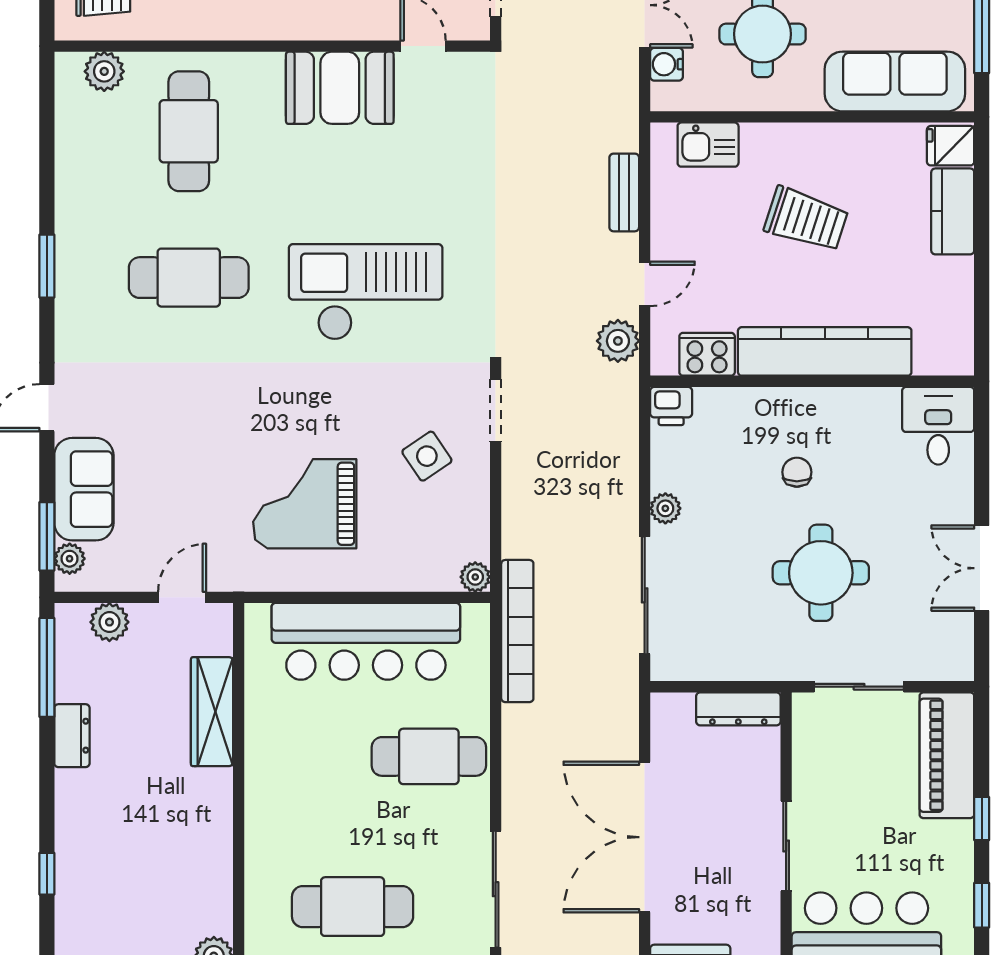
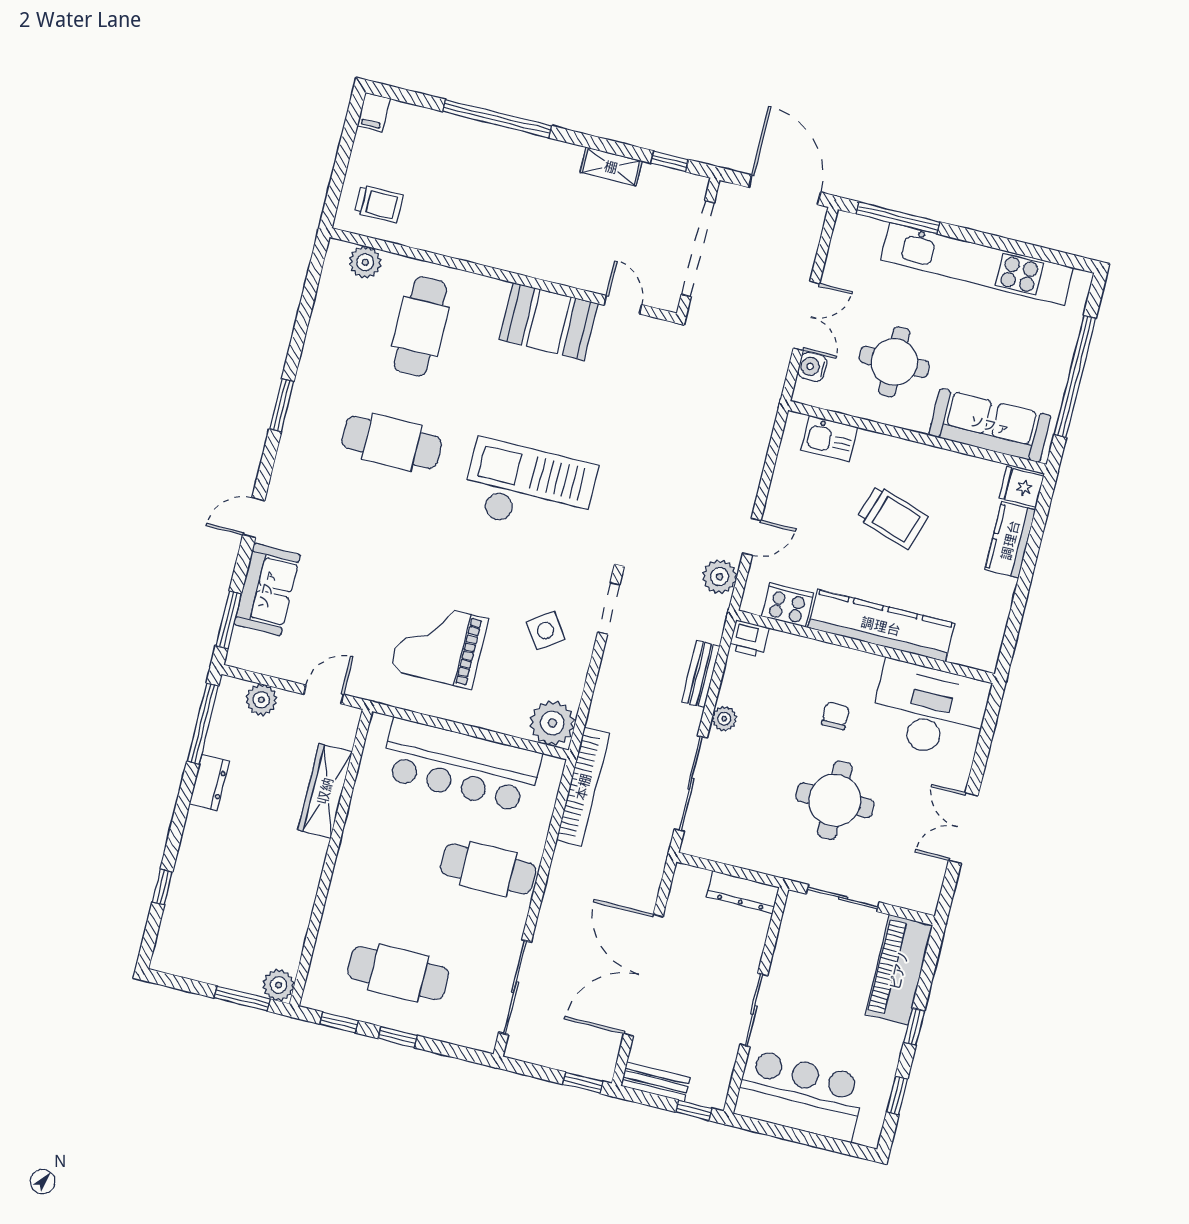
bench: (624, 192) -> (701, 674), moved
desk: (938, 426) -> (930, 710), width x1.87, depth x1.30
plant: (70, 559) -> (242, 642), removed
plant: (475, 577) -> (552, 723), width x1.87, depth x1.87

